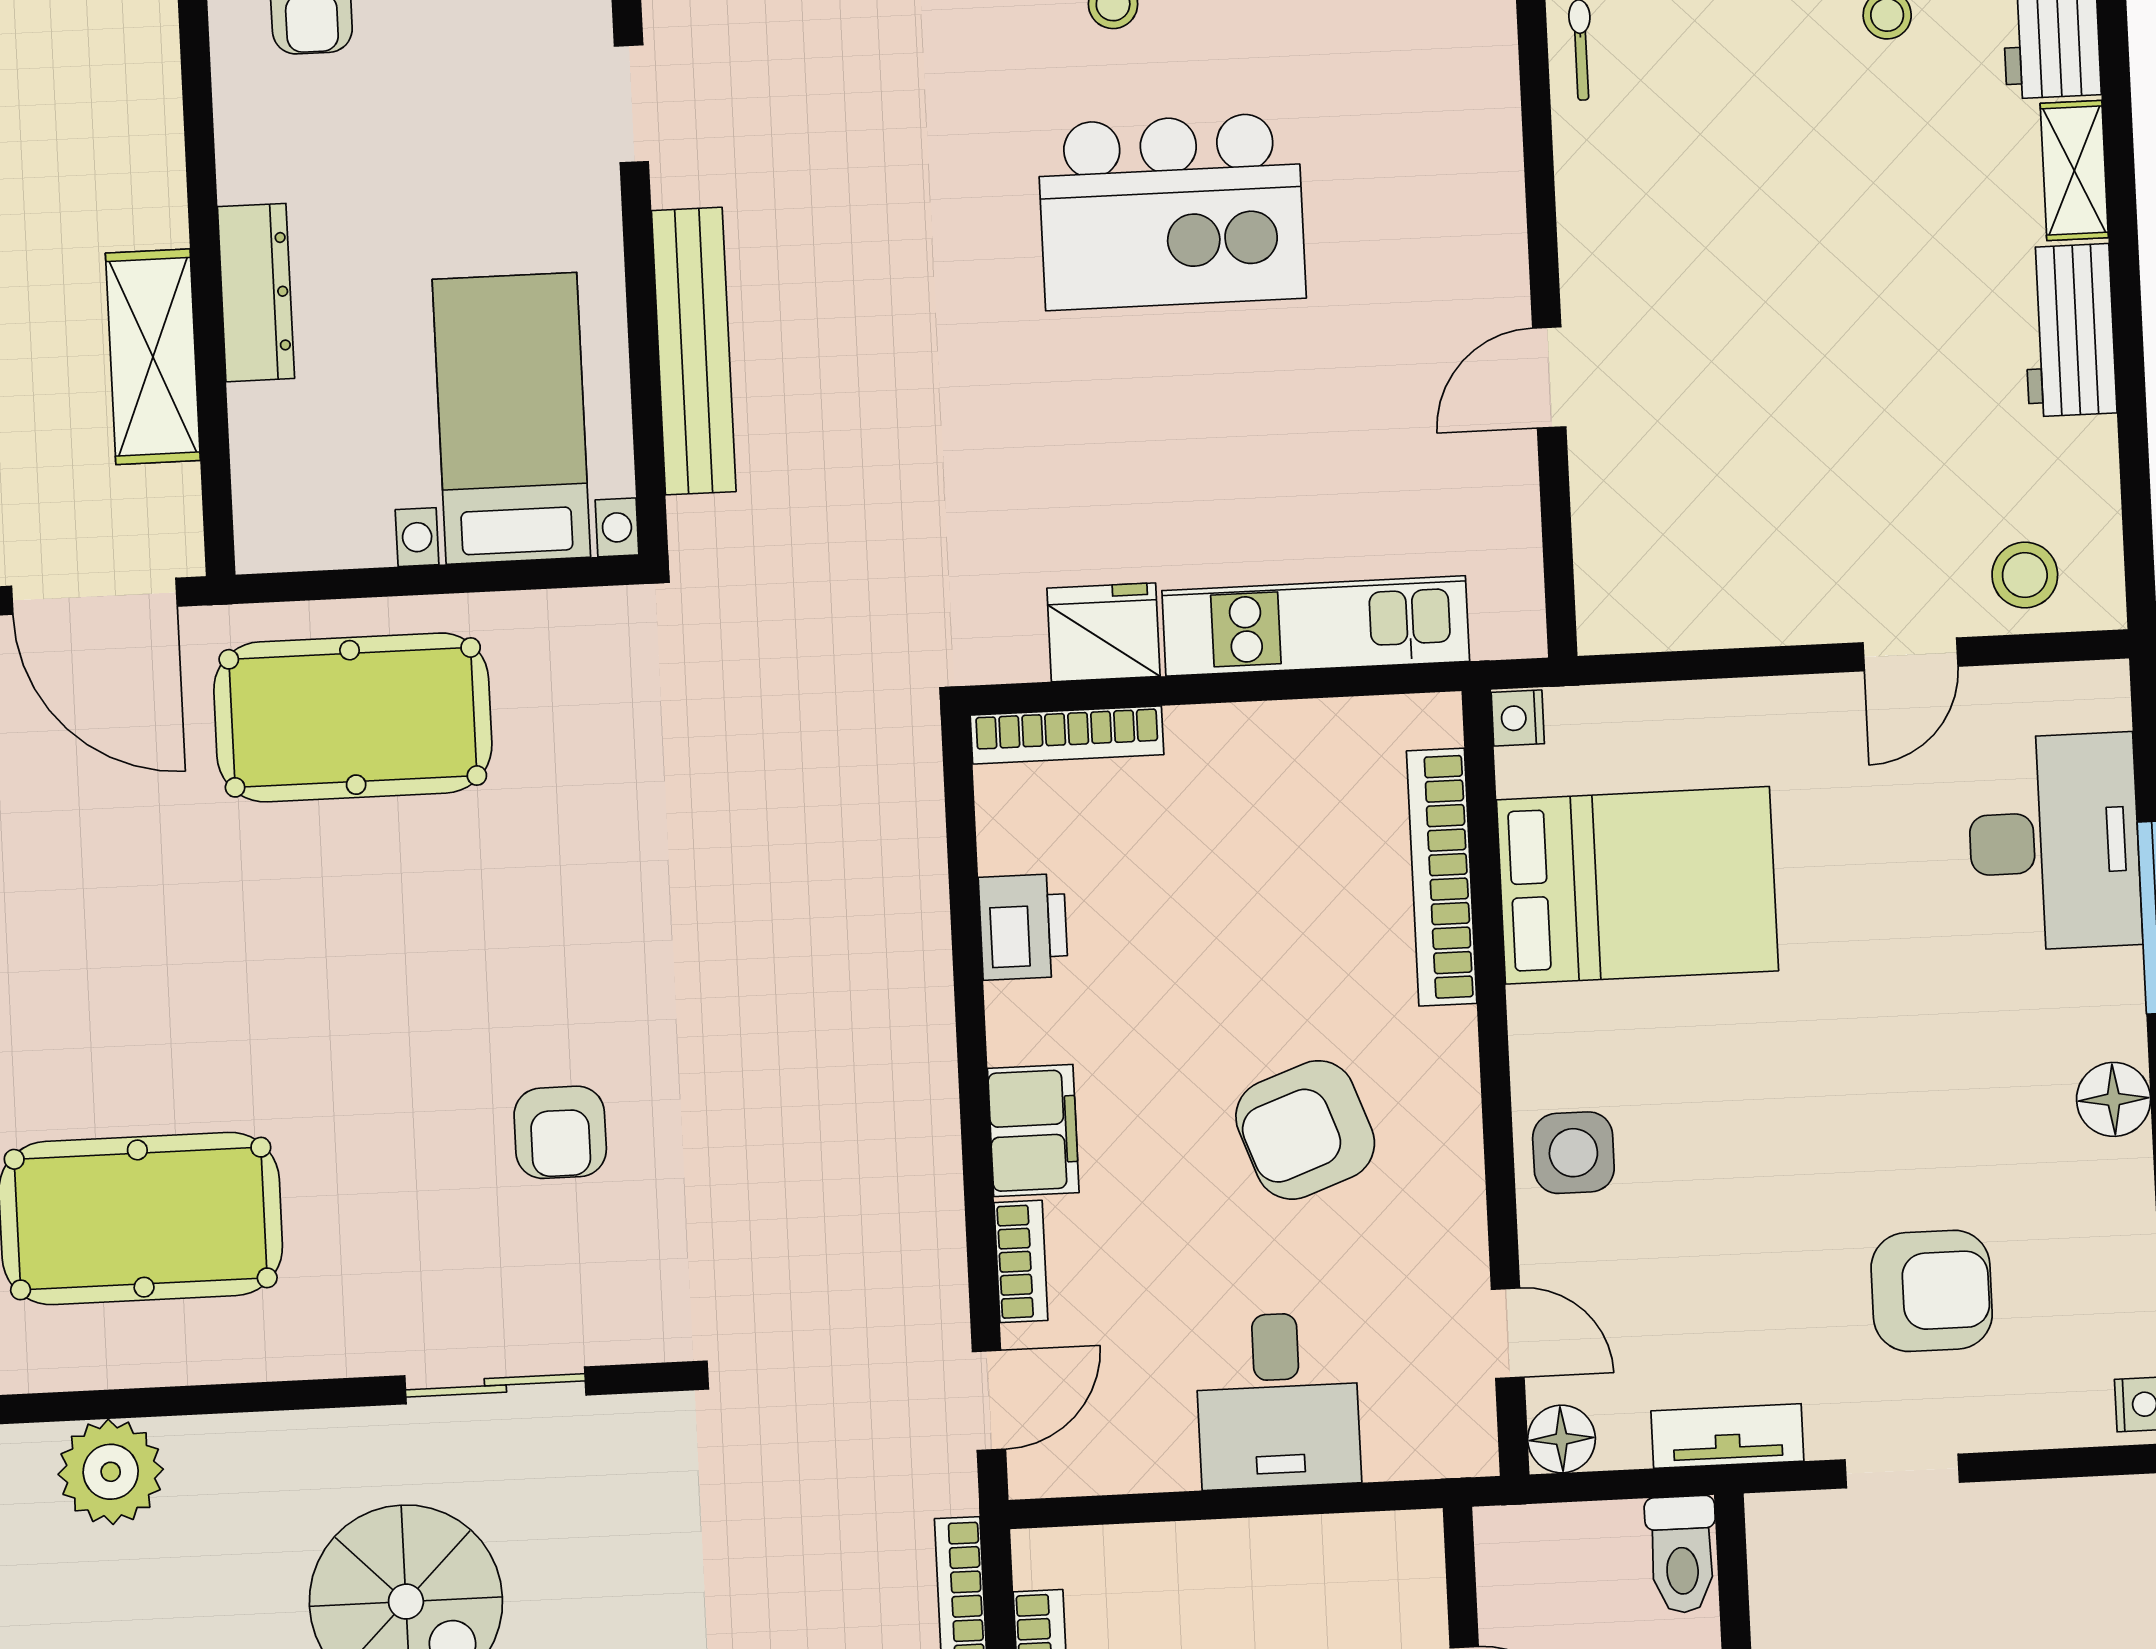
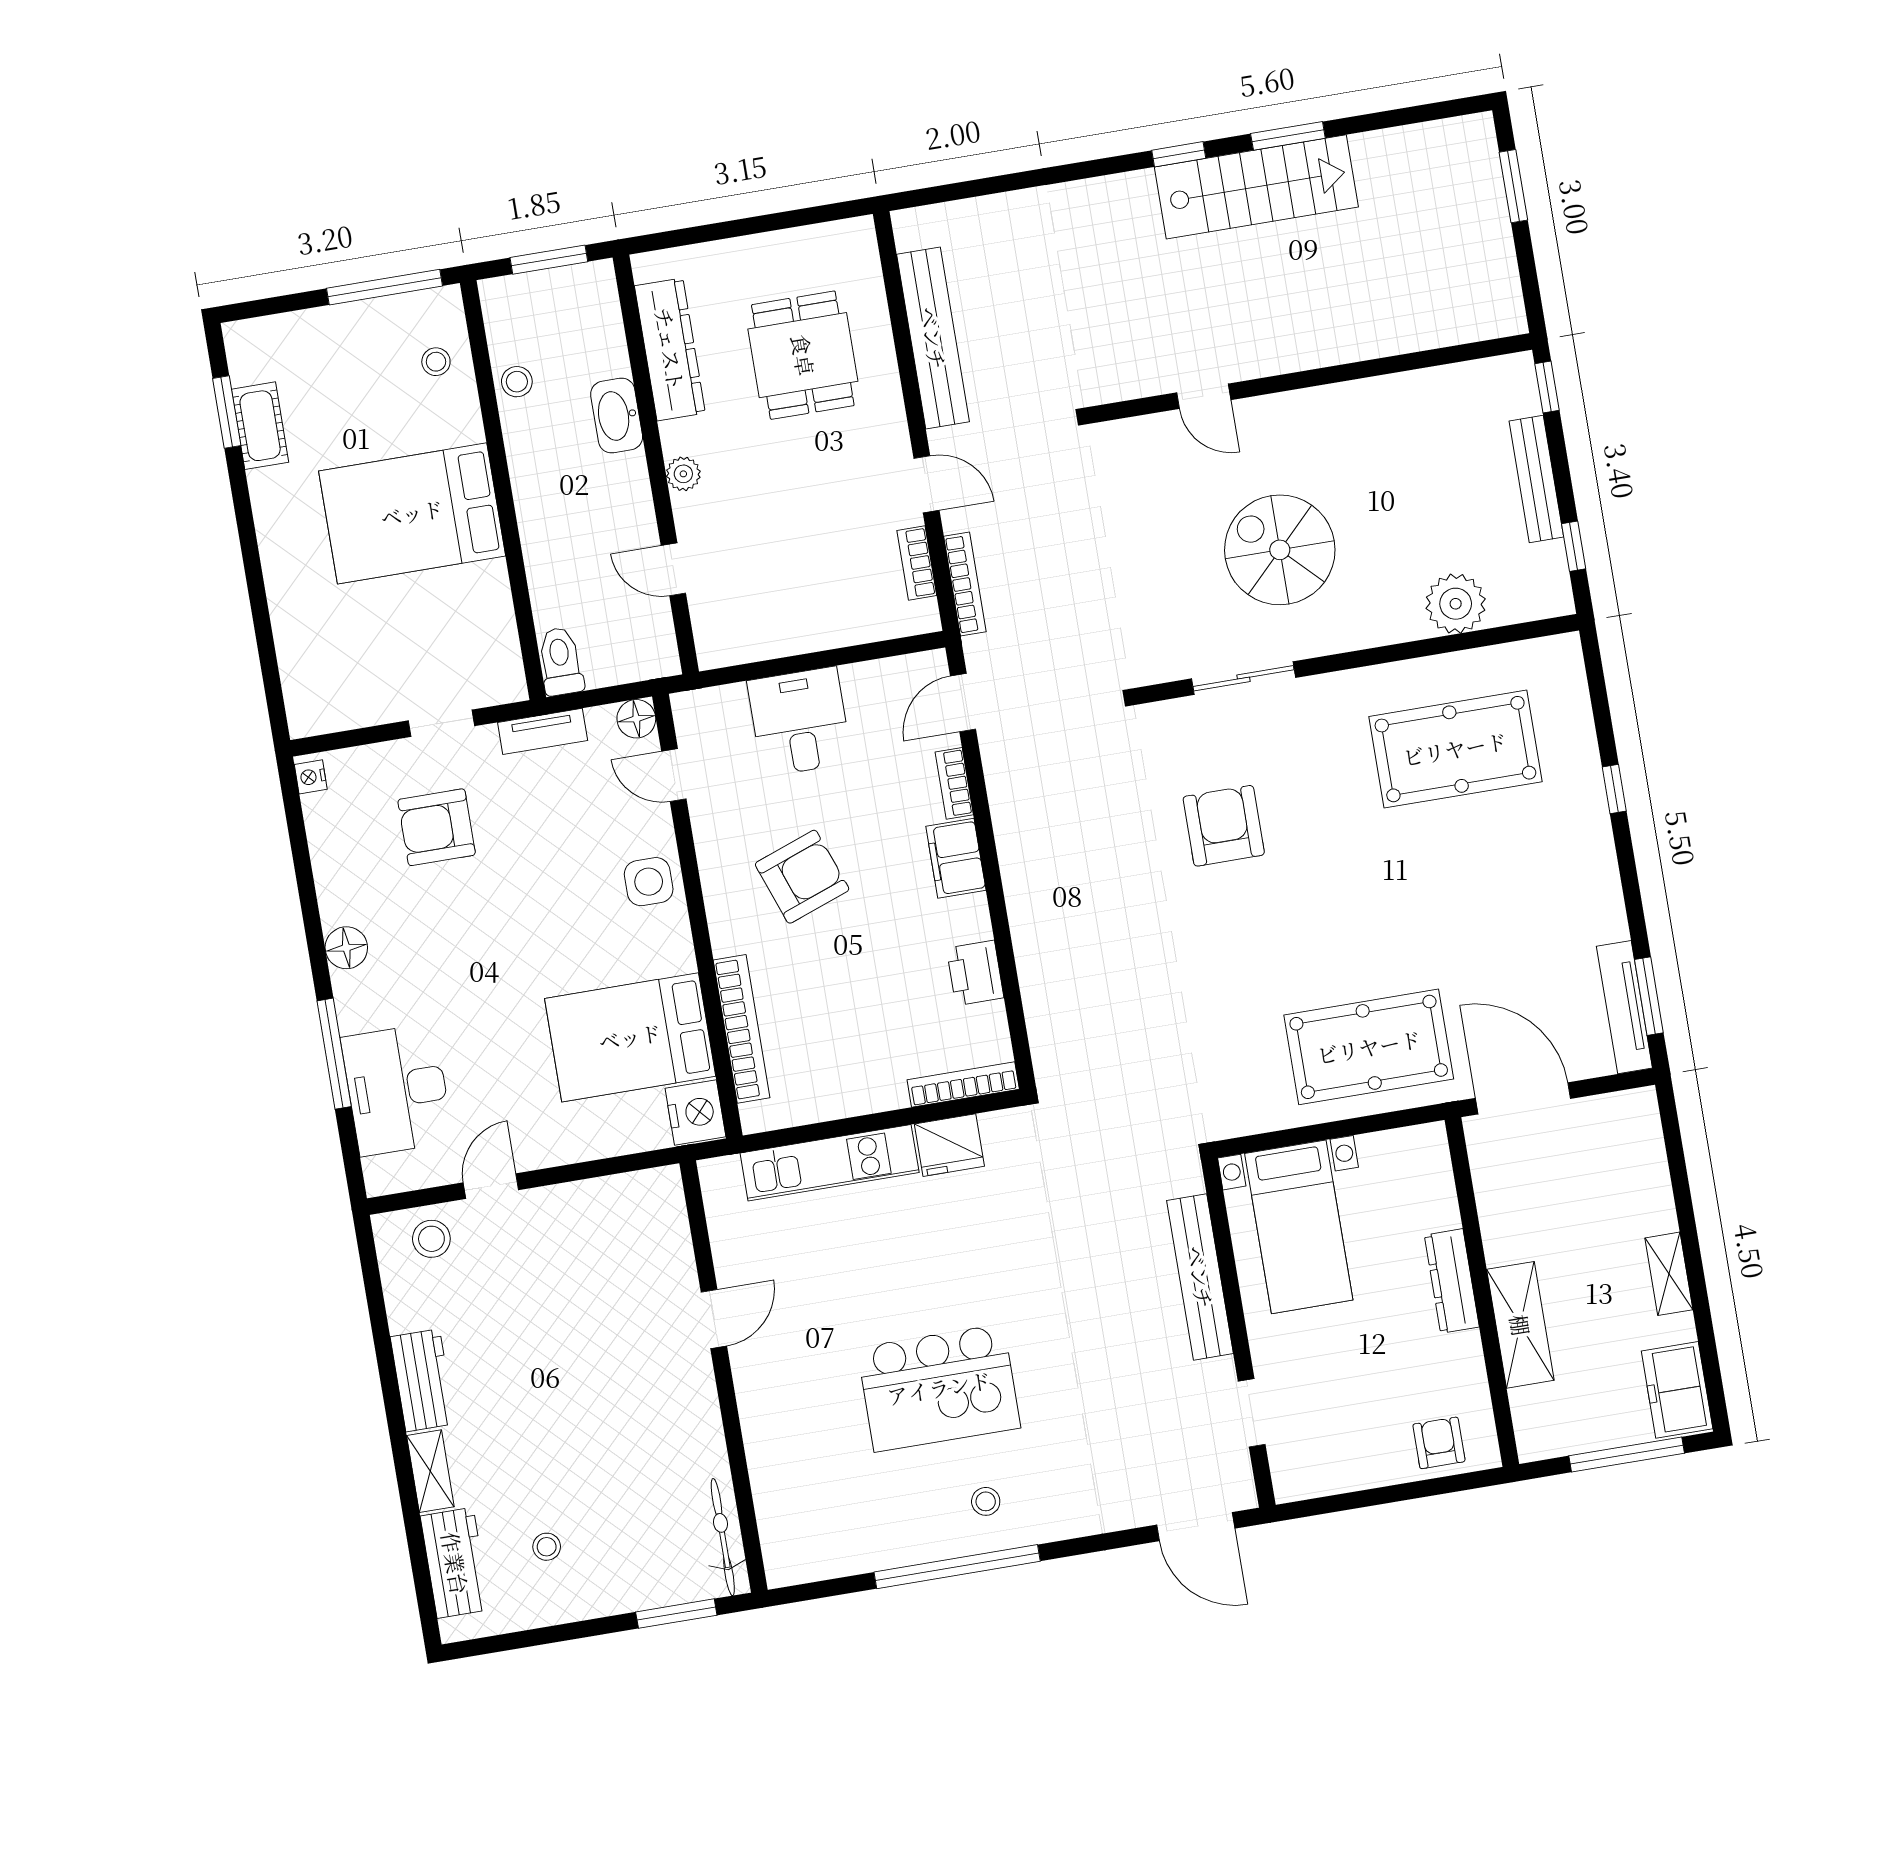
kitchen island: (1171, 211) -> (939, 1388), turned 180
shelving: (153, 357) -> (1520, 1325), moved
nightstand: (1518, 718) -> (695, 1112), width x1.89, depth x1.79
armchair: (560, 1132) -> (1224, 826), width x1.38, depth x1.38

